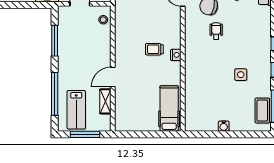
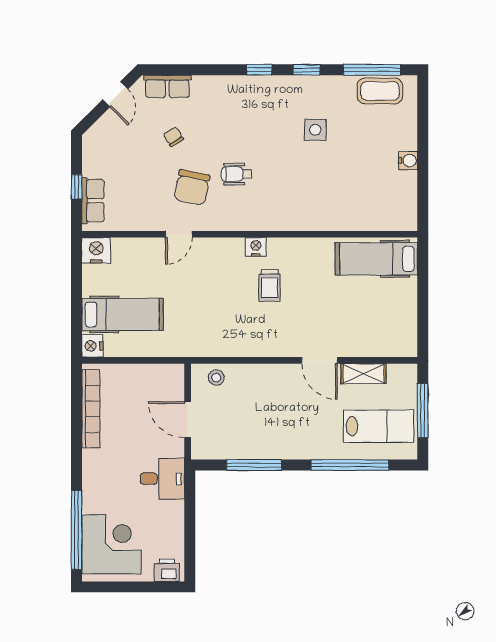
nightstand: (176, 55) -> (256, 247), moved

